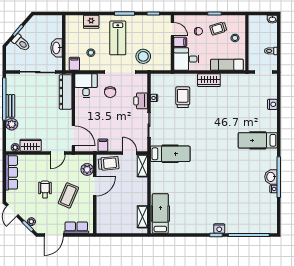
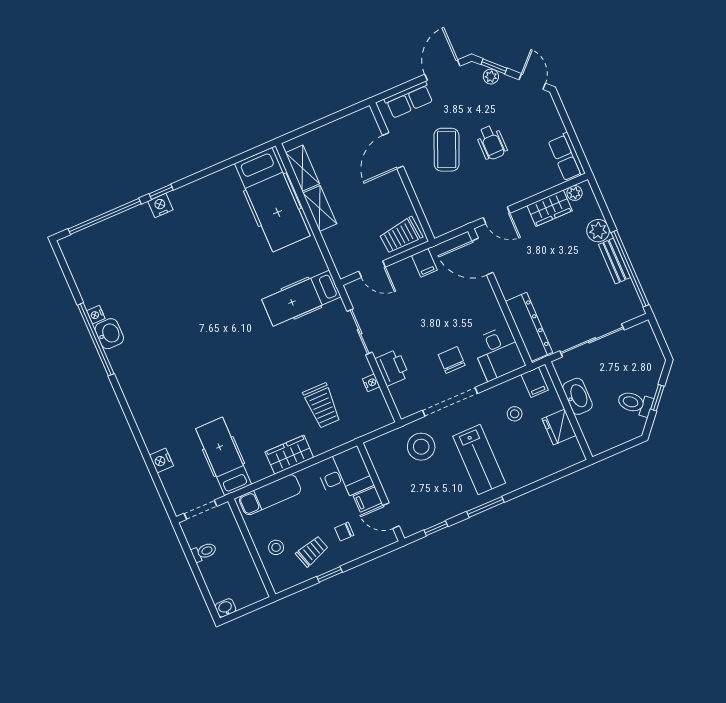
fridge: (91, 22) -> (559, 427), moved, turned -90
lab bench: (118, 38) -> (479, 460), turned 180
toilet: (21, 43) -> (635, 403), moved
hospital bed: (258, 140) -> (224, 456), moved, turned -90
door: (58, 153) -> (497, 215), swing flipped
shelving: (142, 166) -> (320, 208), moved
plant: (87, 169) -> (434, 209), removed
row of seats: (12, 172) -> (567, 157), width x0.68
door: (95, 186) -> (393, 151), moved
hospital bed: (160, 214) -> (272, 200), width x1.37, depth x1.29

